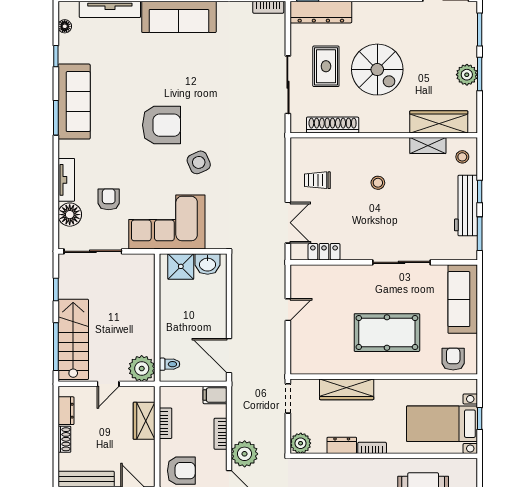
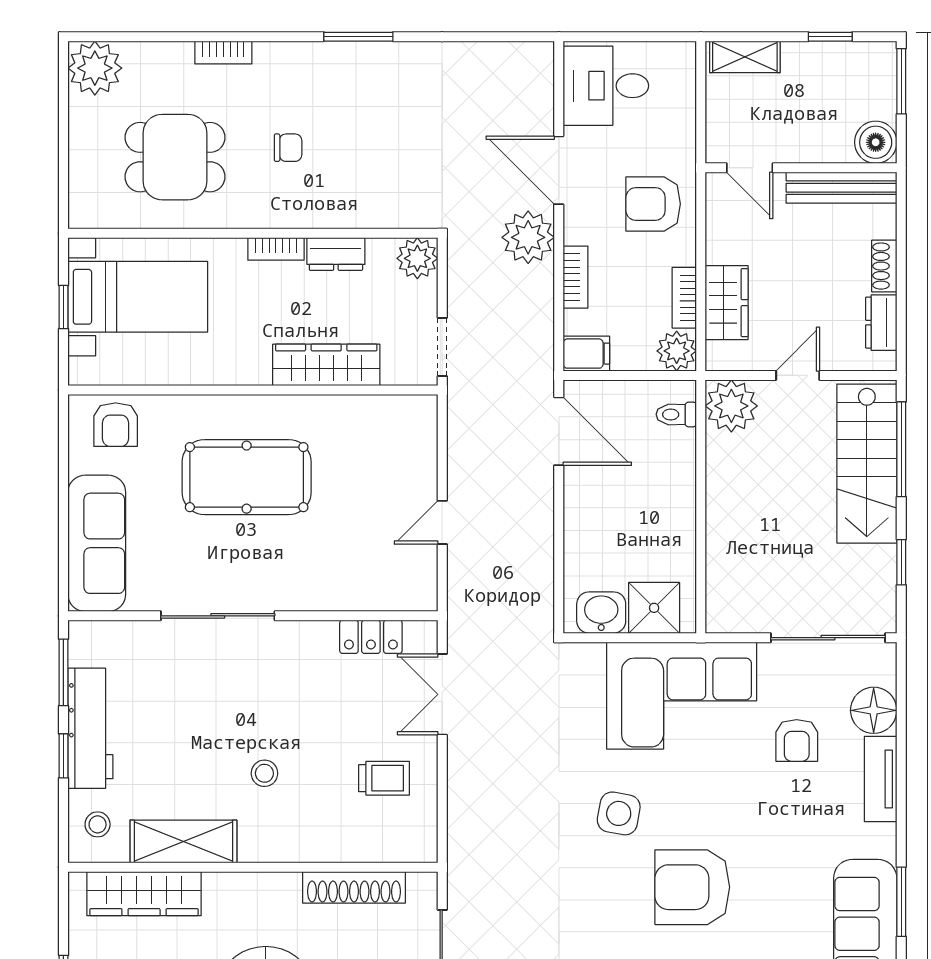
shelving: (428, 146) -> (183, 841), width x1.50, depth x1.33
side table: (199, 162) -> (619, 813), turned 34
plant: (169, 396) -> (677, 351), added

